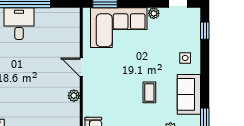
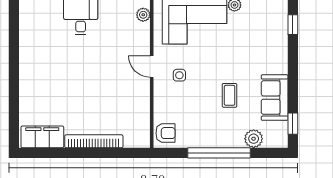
side table: (185, 58) -> (179, 75), moved
plant: (74, 96) -> (143, 15), moved

